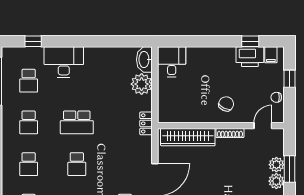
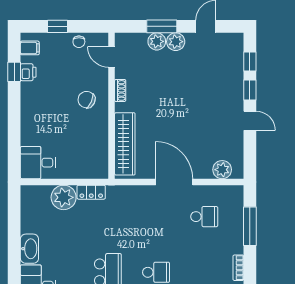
printer: (250, 57) -> (28, 72), width x0.53, depth x0.68
washbasin: (144, 60) -> (29, 249), moved, turned -90
locker: (146, 123) -> (91, 192), moved
shoe rack: (230, 133) -> (120, 90), width x0.70

